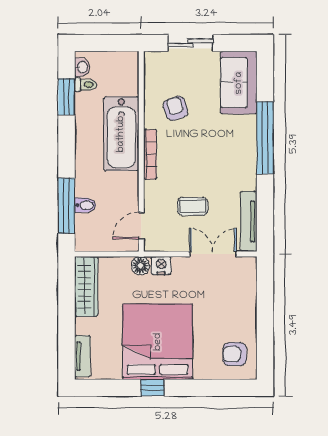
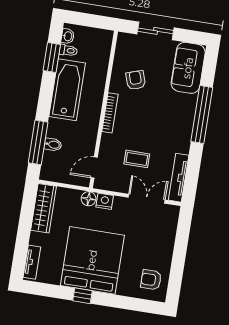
bathtub: (121, 134) -> (67, 90), moved, turned 180

